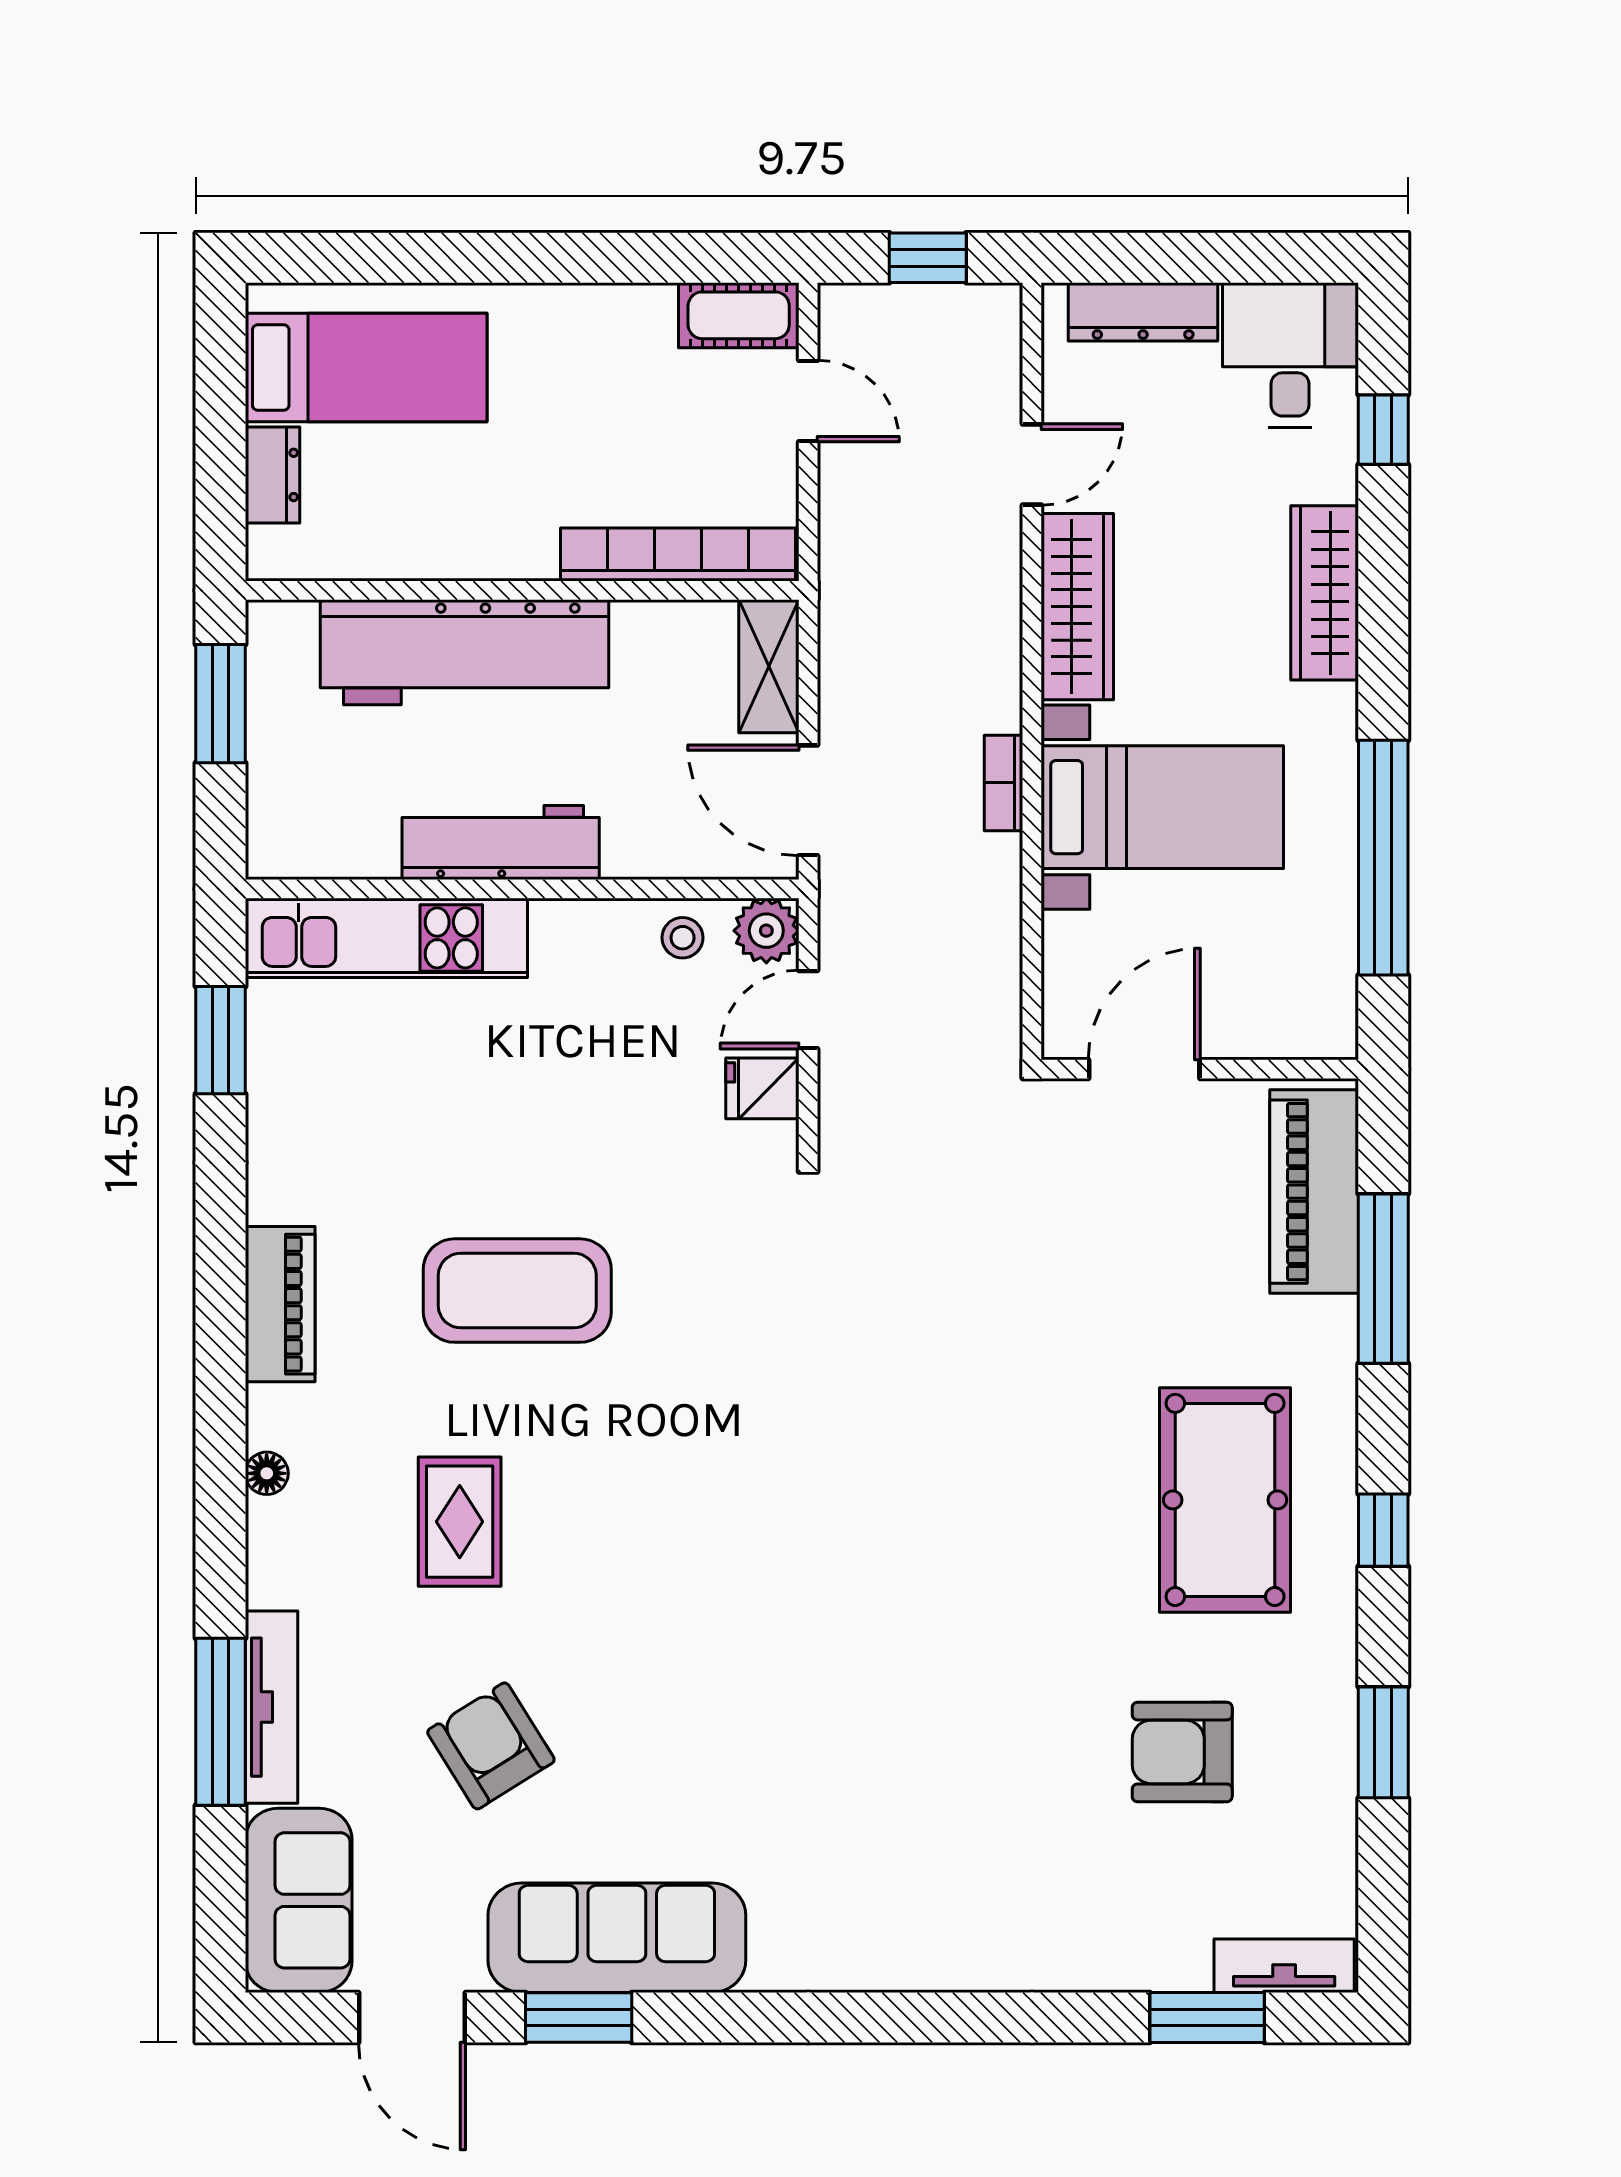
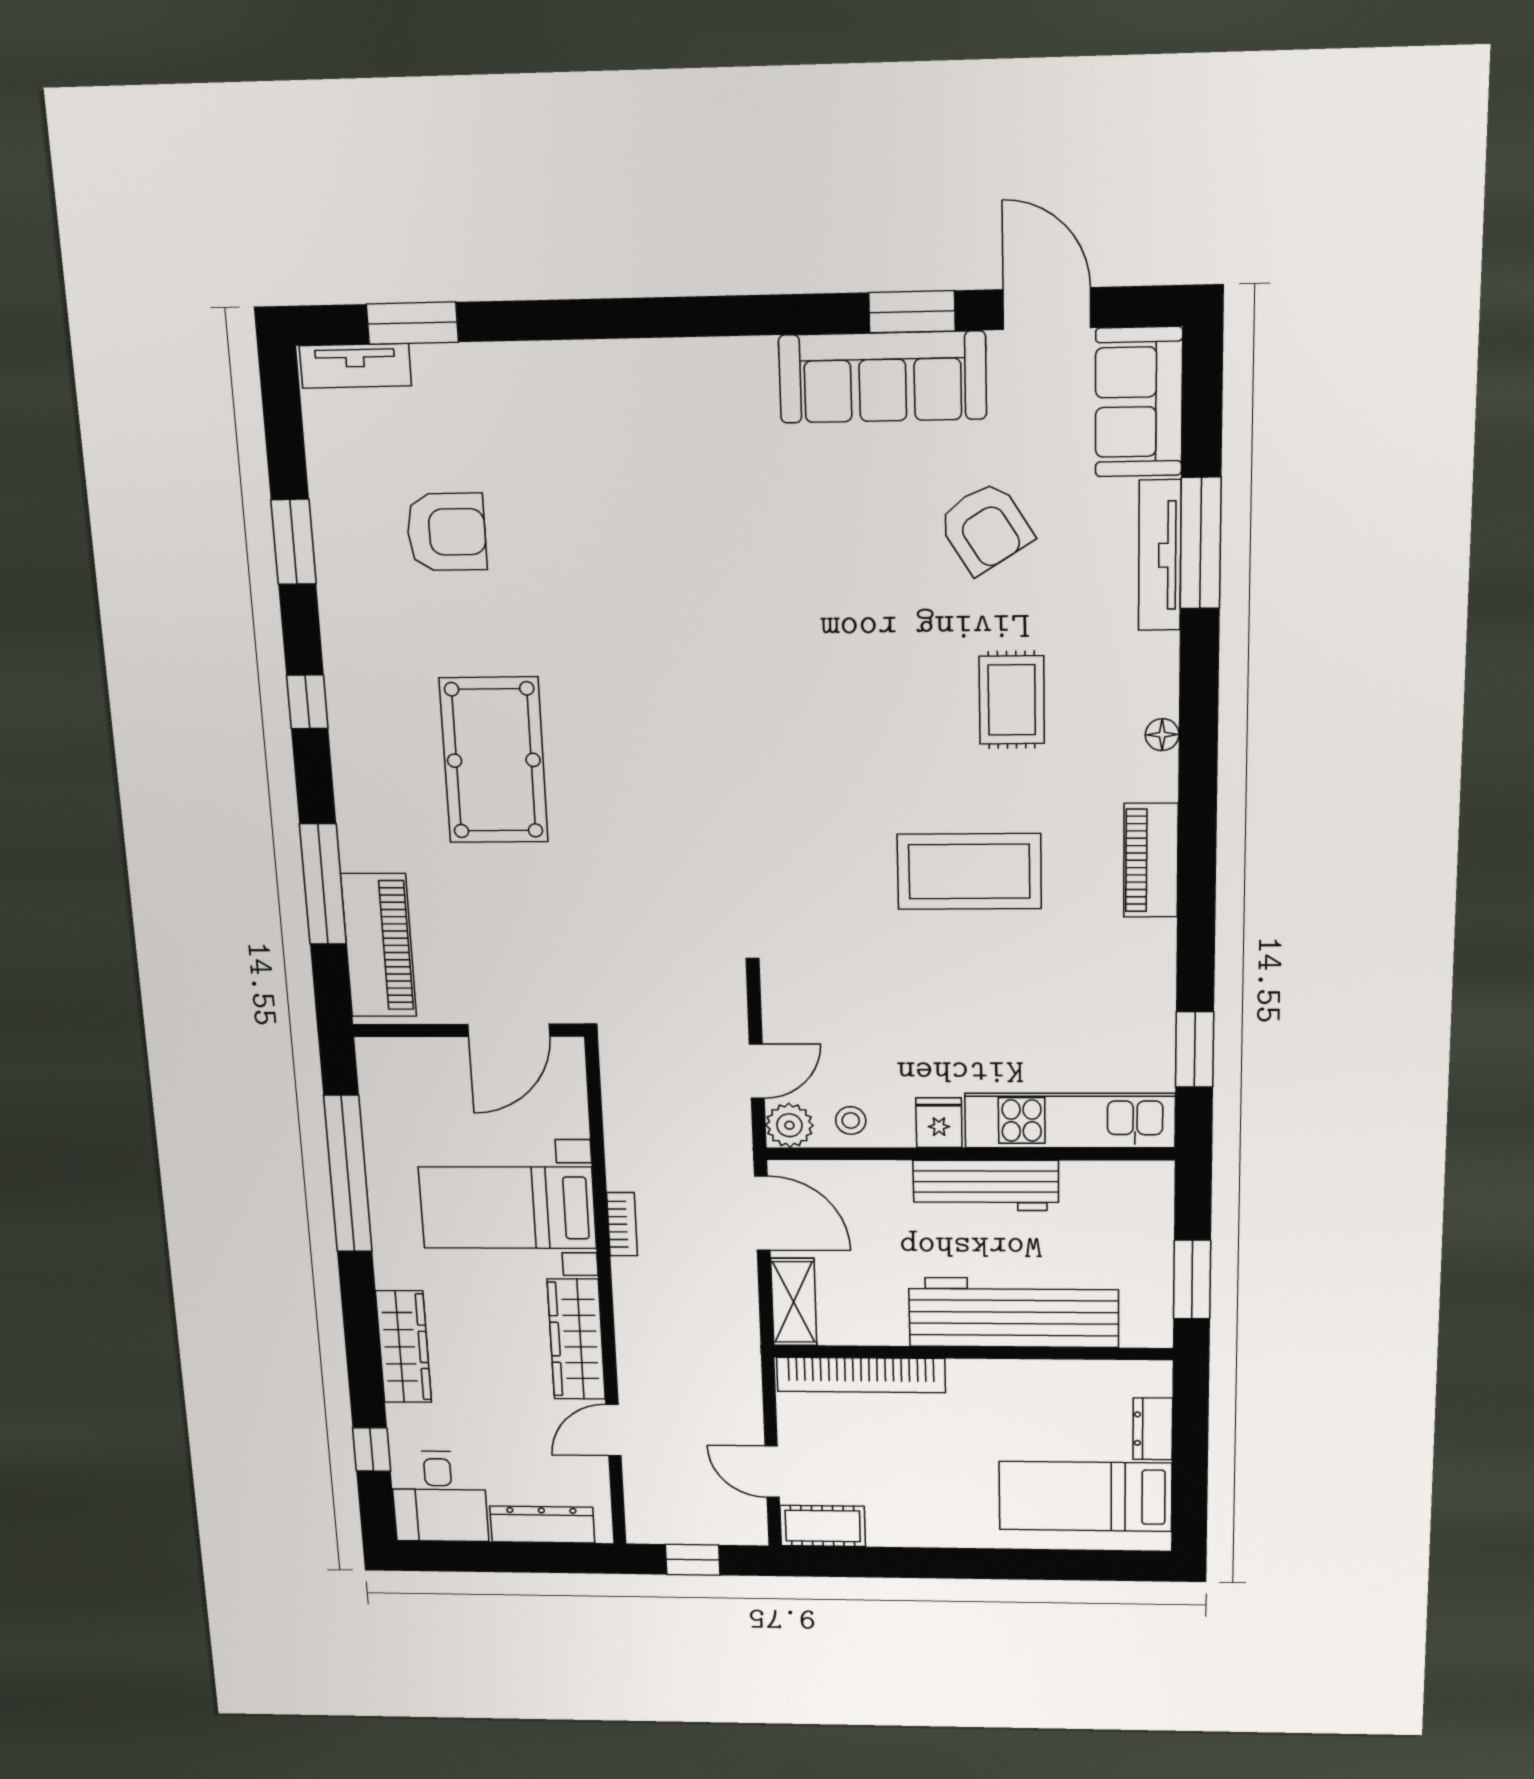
fridge: (762, 1088) -> (939, 1123), moved, turned -90
pool table: (1225, 1500) -> (494, 760), moved

